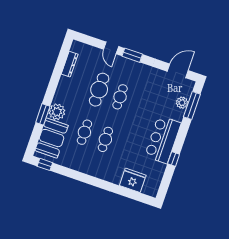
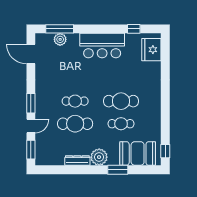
window: (89, 40) -> (31, 150), added
dresser: (70, 64) -> (77, 161), moved
plant: (57, 112) -> (99, 157), moved
cafe table: (105, 139) -> (121, 101), width x1.37, depth x1.35
window: (174, 159) -> (134, 29), moved
fridge: (133, 180) -> (151, 50), moved

